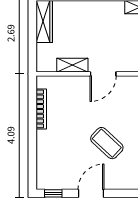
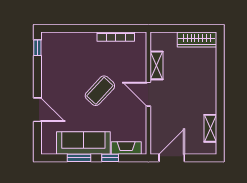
coffee table: (107, 143) -> (100, 91), moved
door: (91, 193) -> (37, 110), moved

